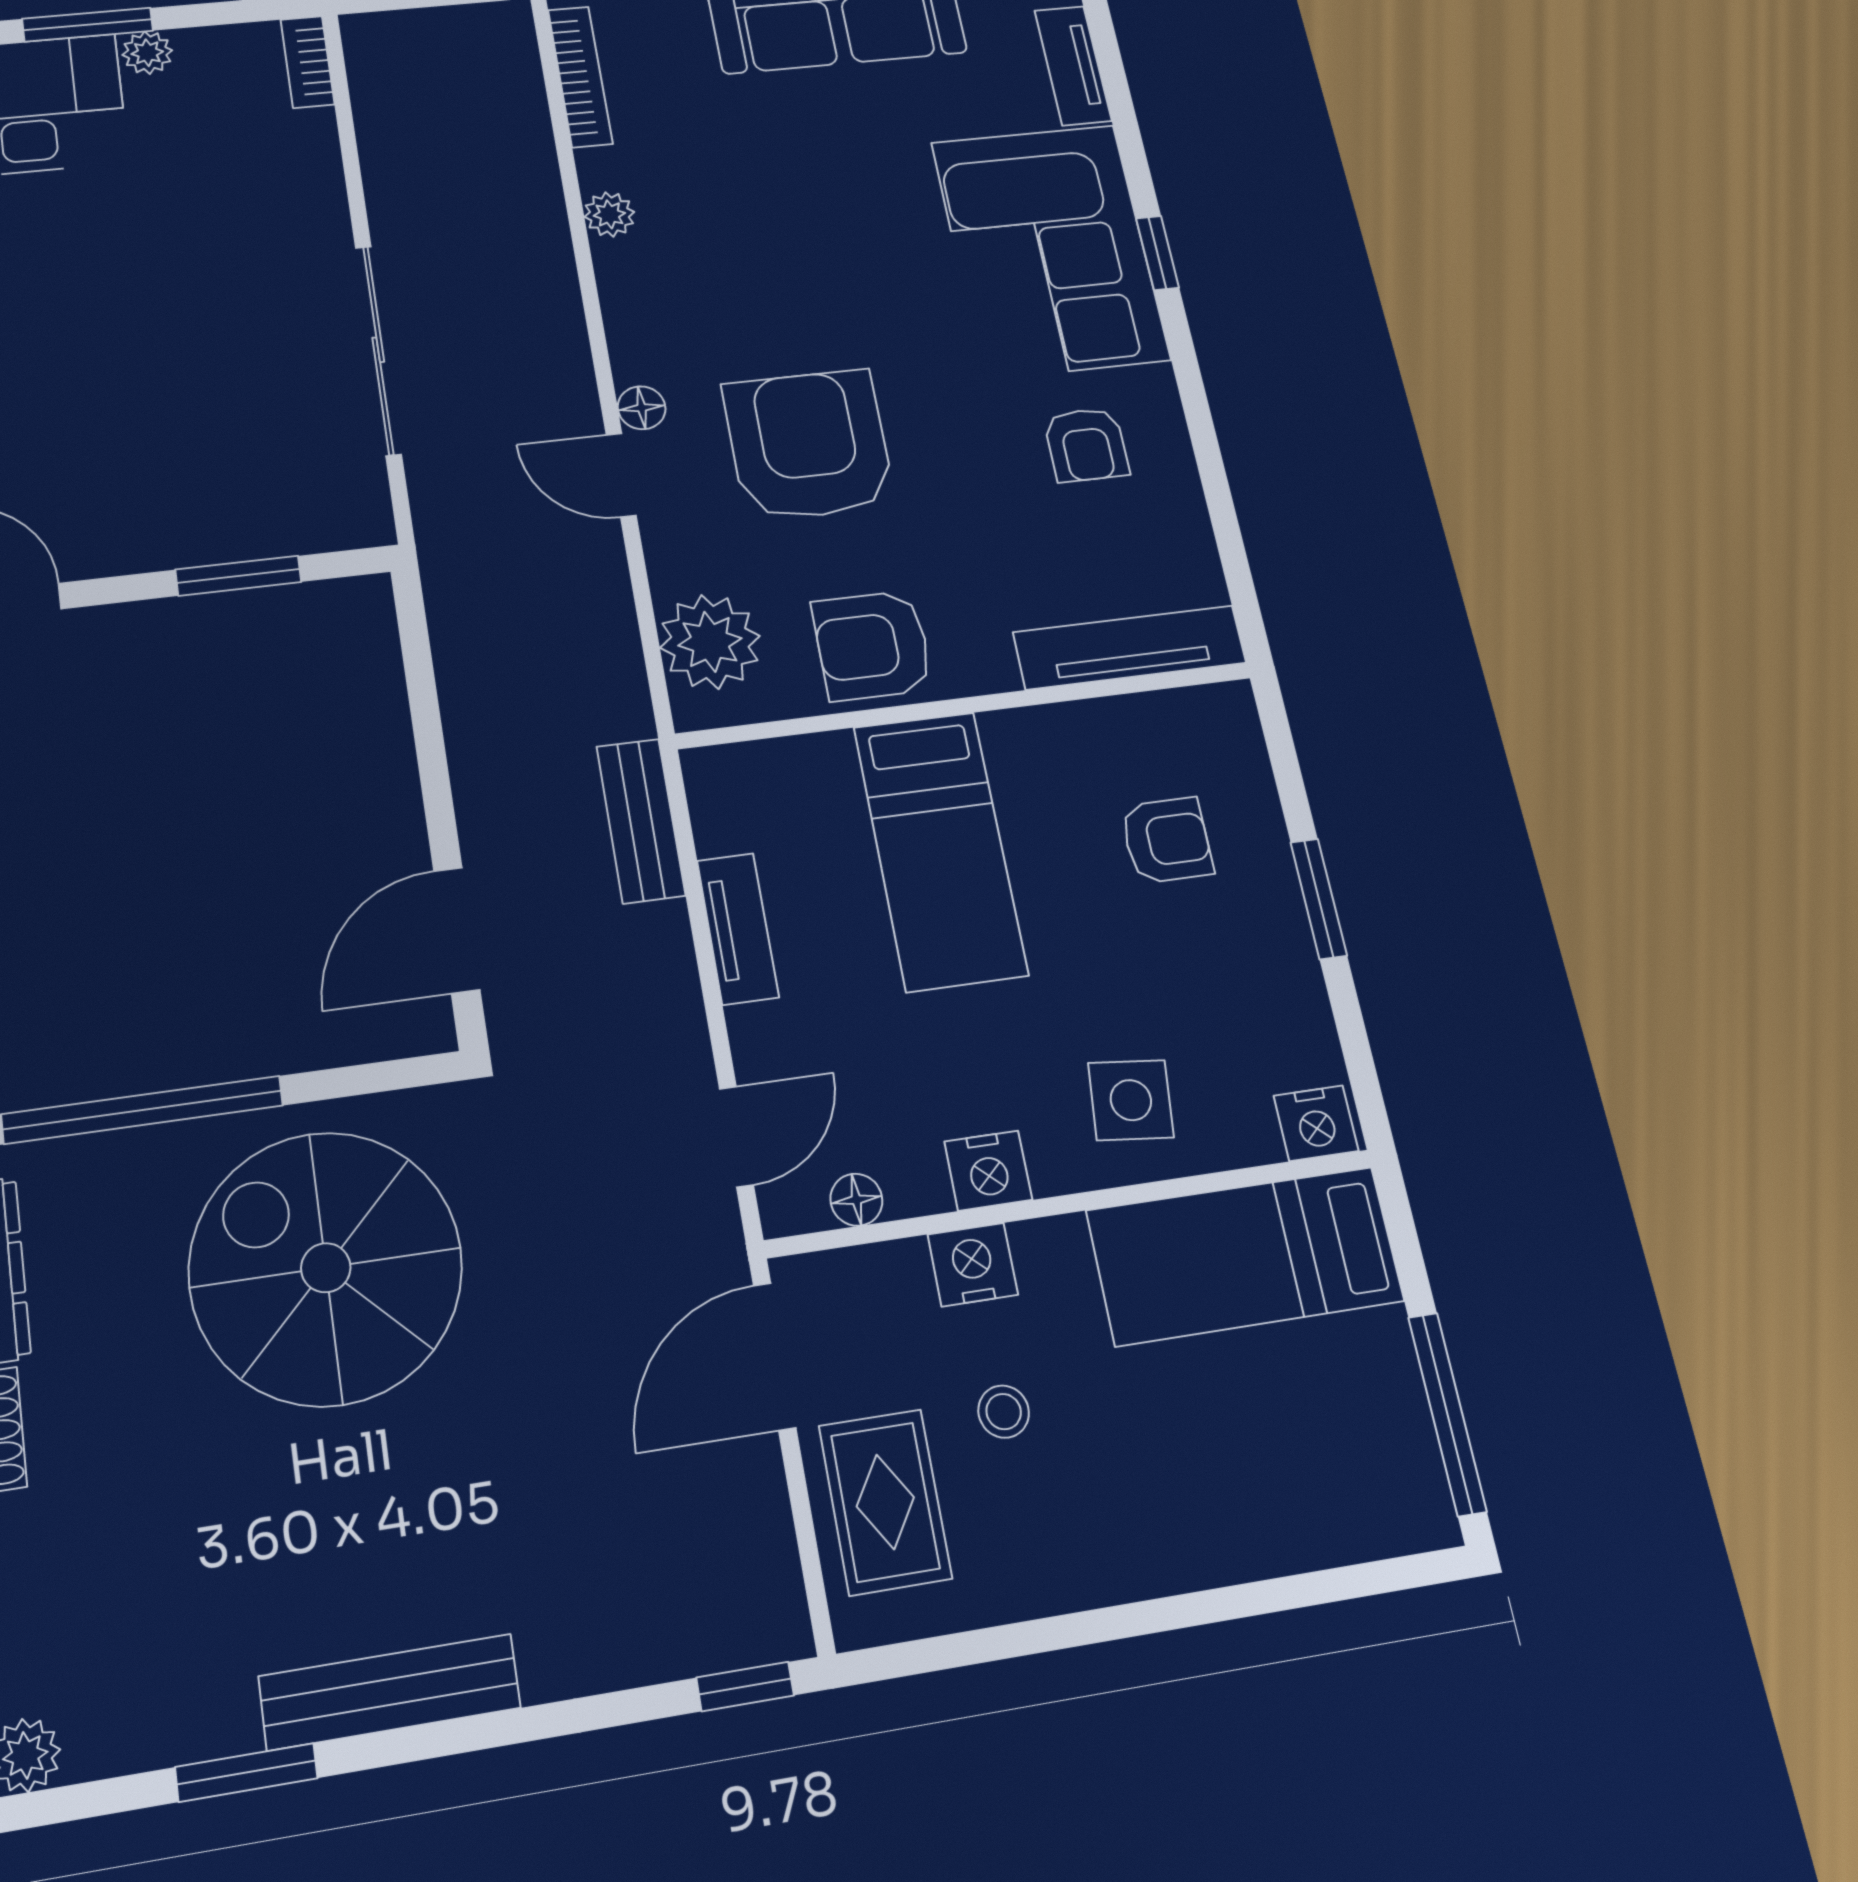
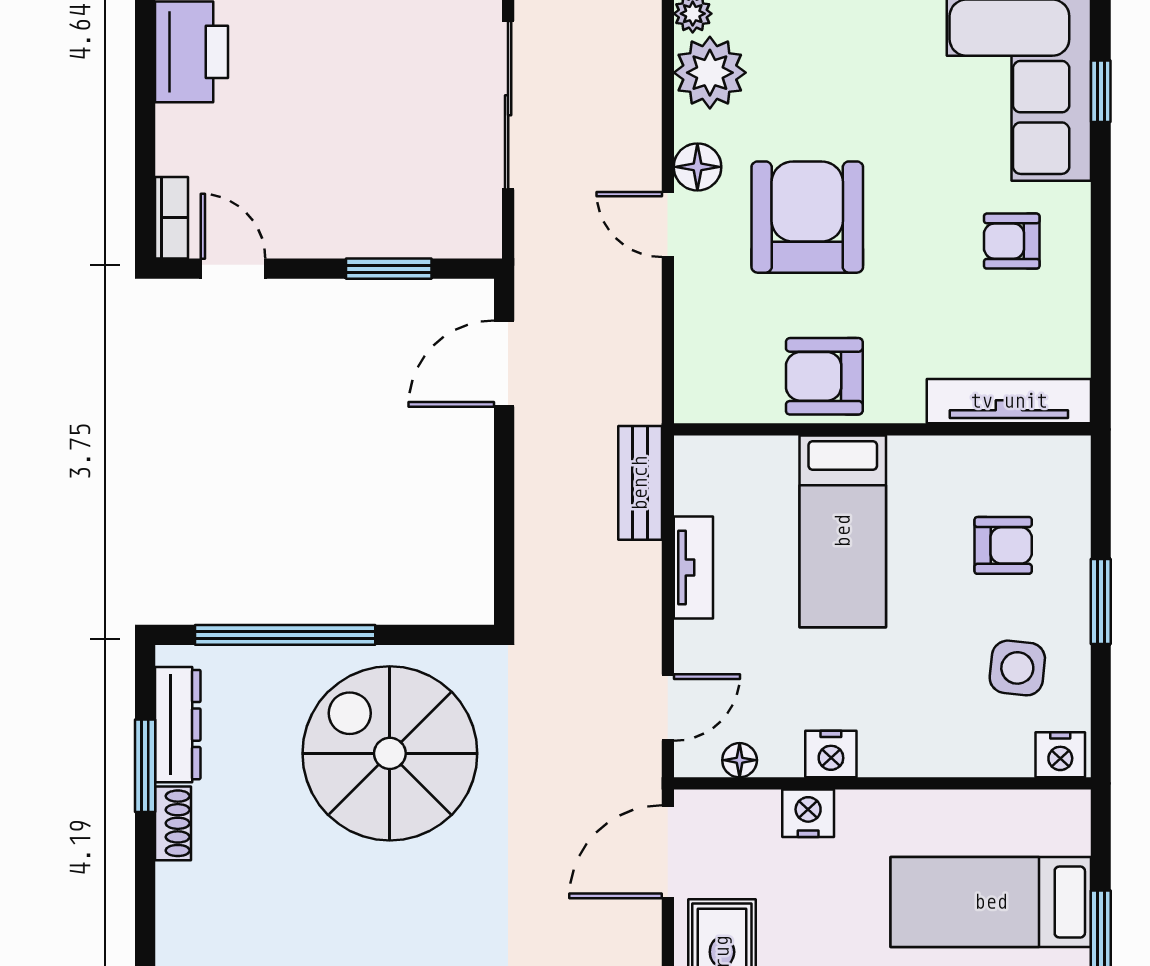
floor lamp: (642, 408) -> (697, 167), width x1.37, depth x1.37
armchair: (1086, 445) -> (1012, 241), turned 90
plant: (710, 642) -> (710, 73), moved
door: (457, 930) -> (504, 364), moved
side table: (1131, 1100) -> (1017, 668), moved
bed: (1245, 1256) -> (991, 902), moved
stool: (1004, 1412) -> (809, 909), removed

